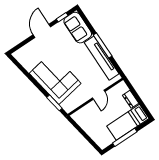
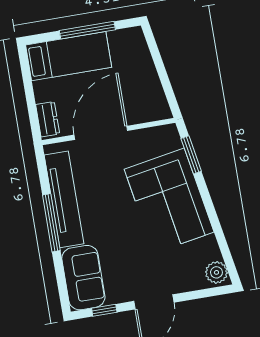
plant: (20, 56) -> (216, 272), added
door: (99, 95) -> (101, 133), width x1.87
dresser: (131, 99) -> (48, 119), moved

